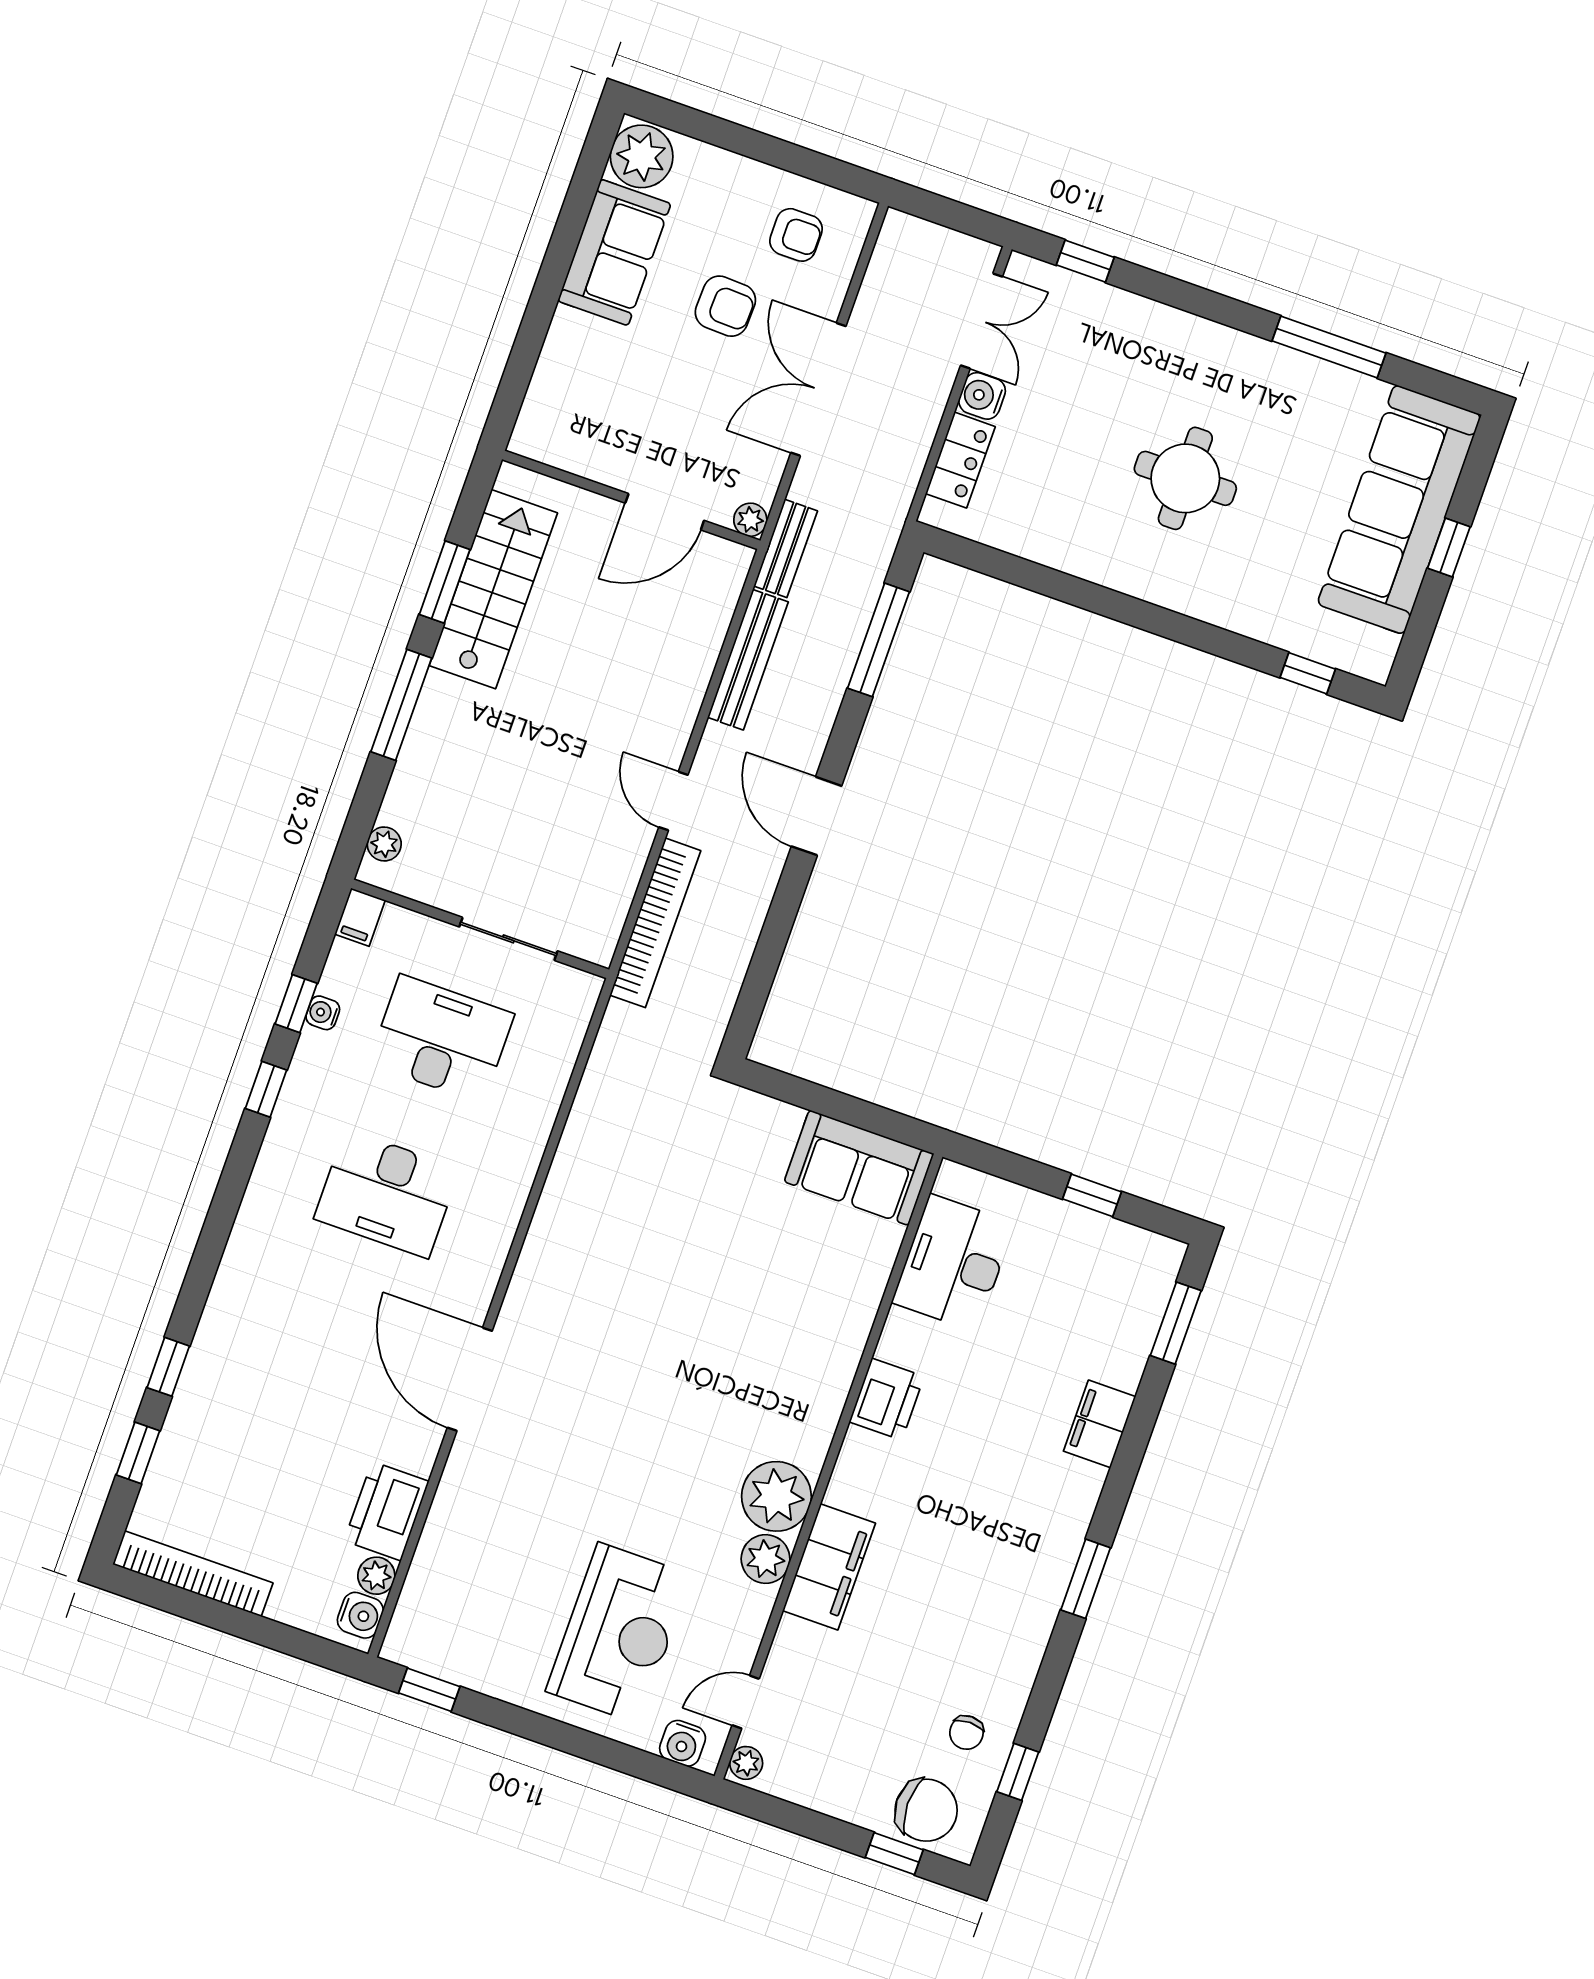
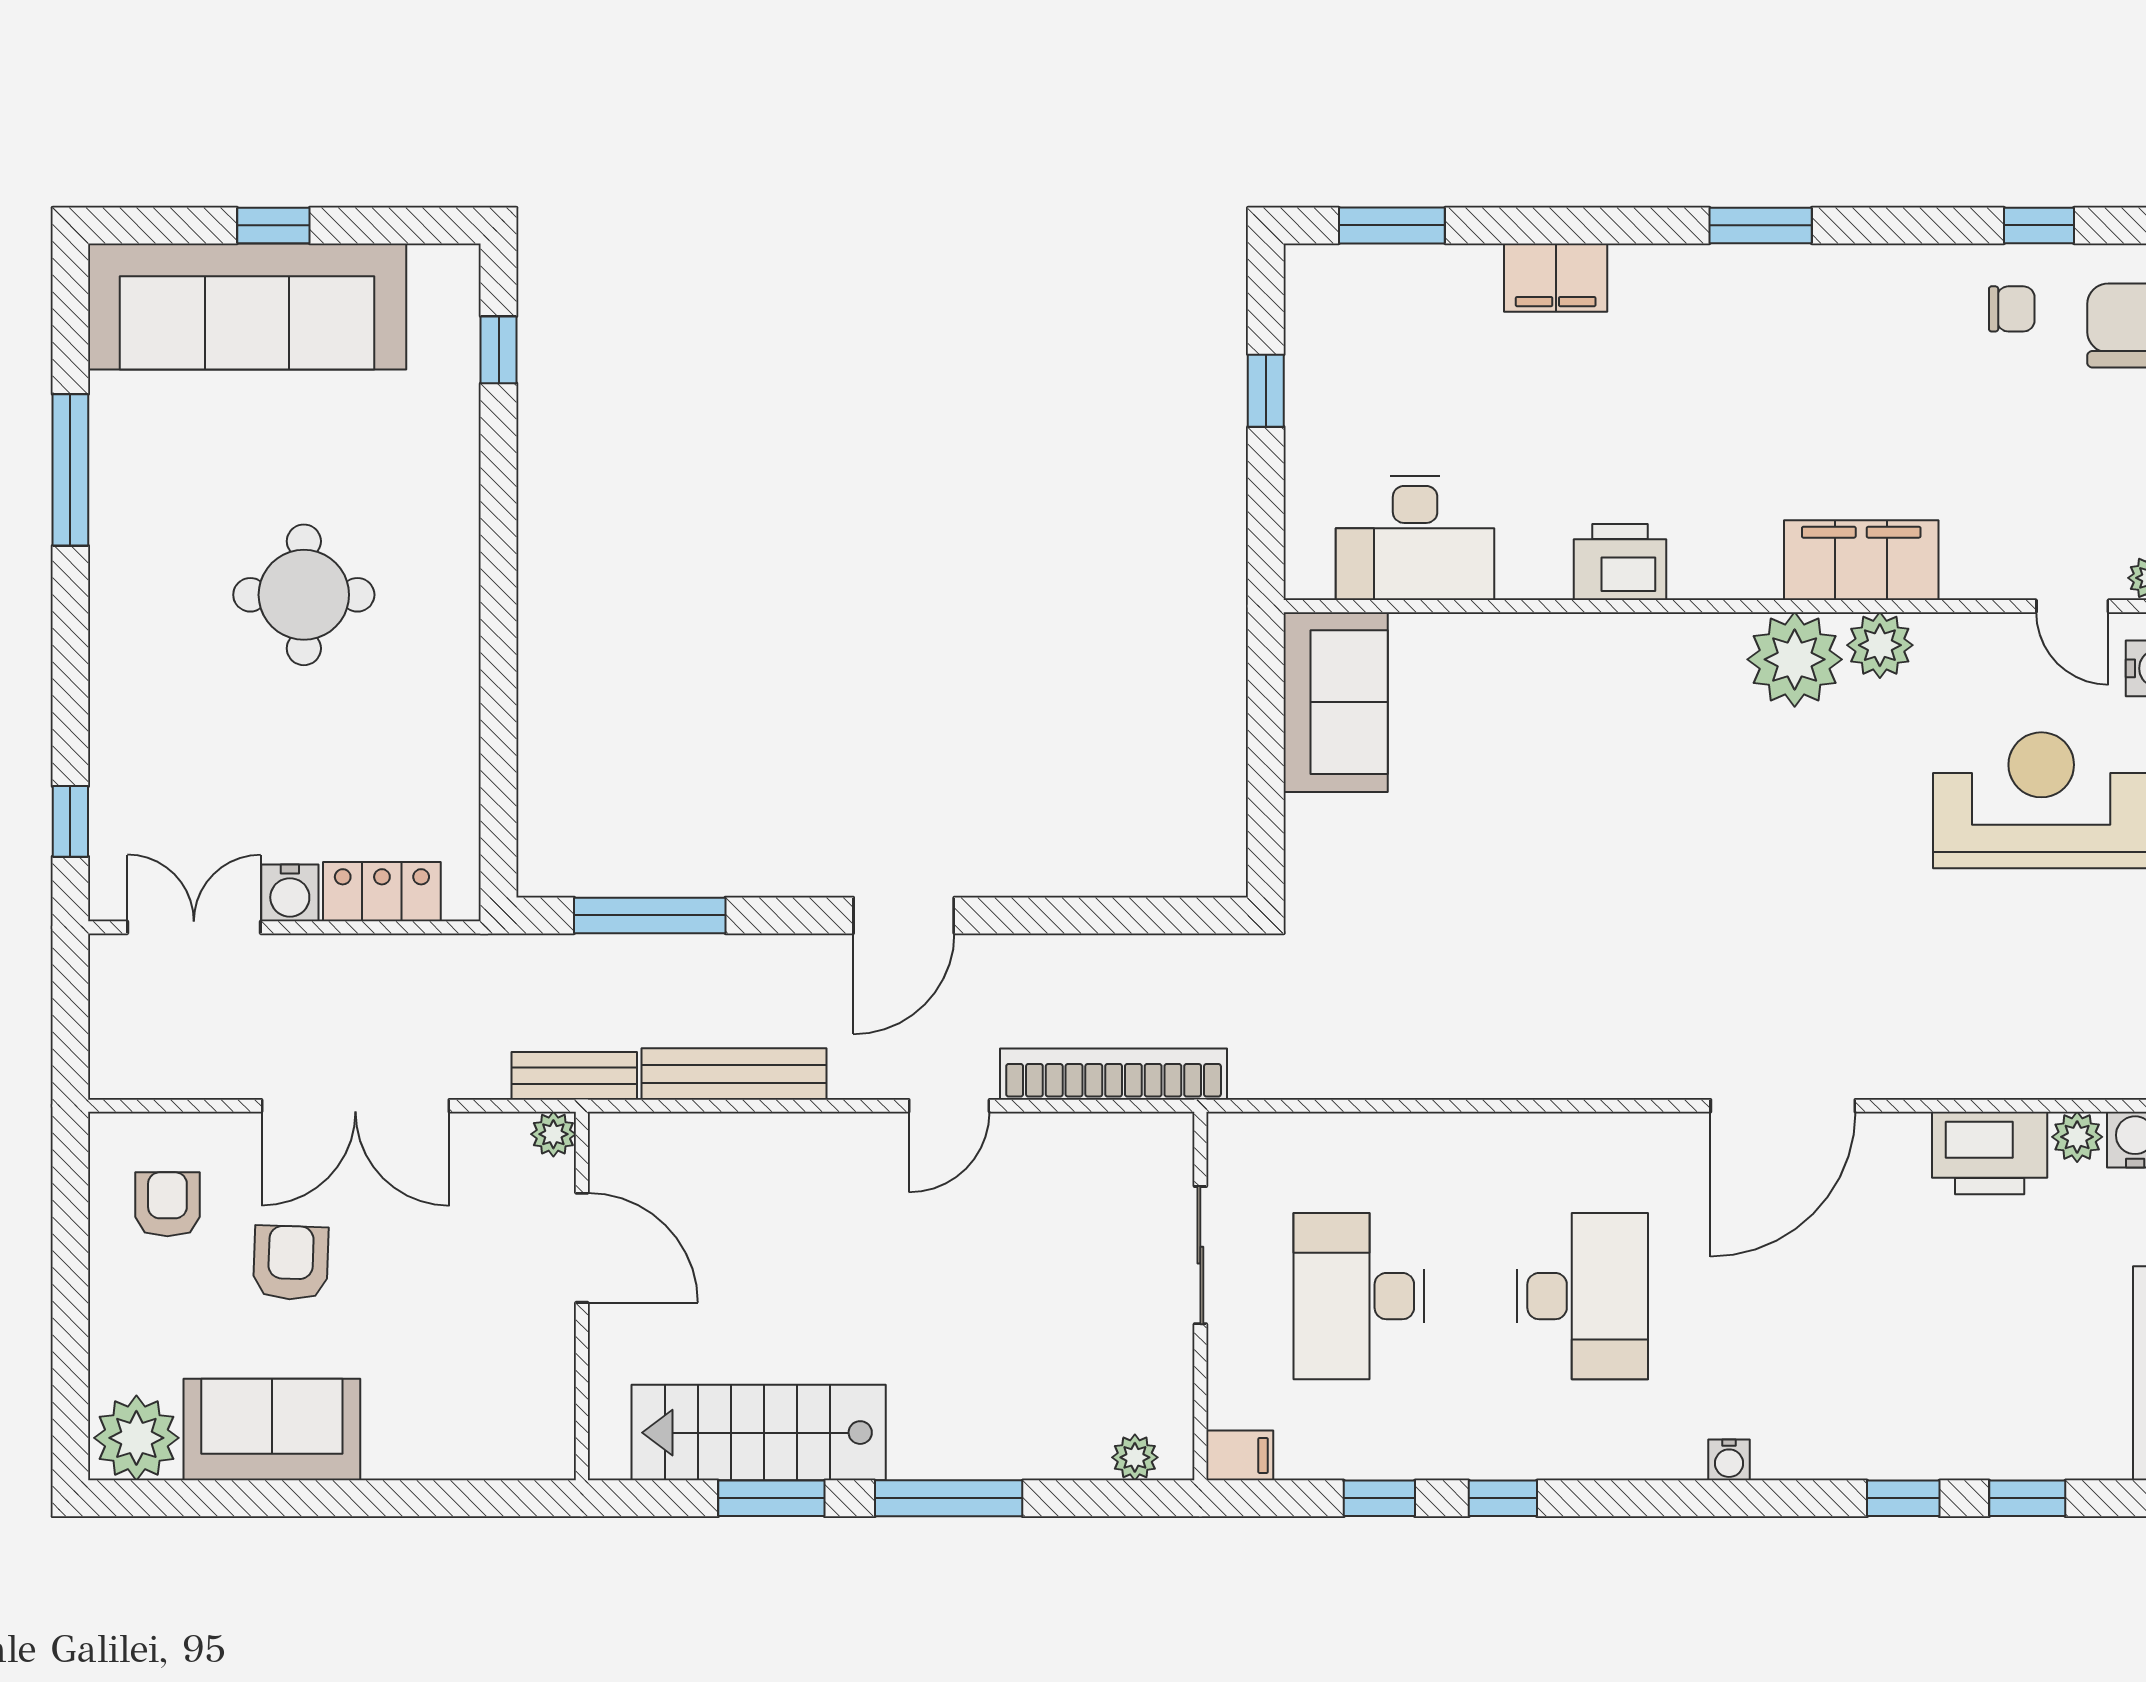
water cooler: (323, 1013) -> (1729, 1460), moved

